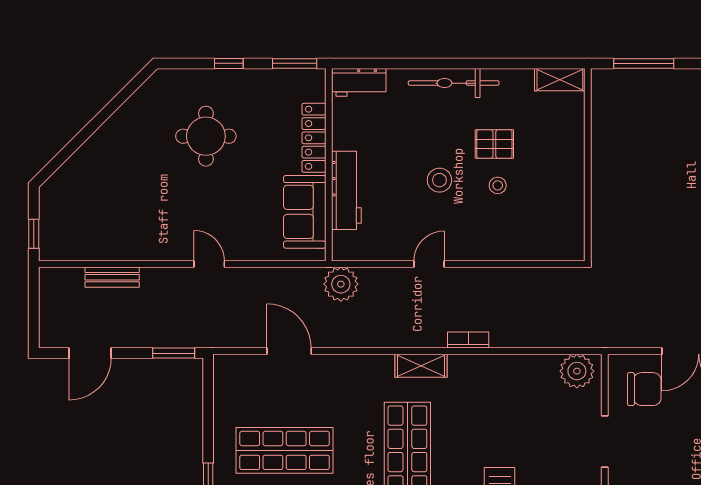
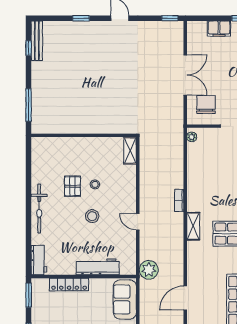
shelving: (560, 80) -> (130, 151), moved
sofa: (305, 212) -> (125, 300), moved, turned 90
plant: (577, 371) -> (192, 137), width x0.53, depth x0.53

